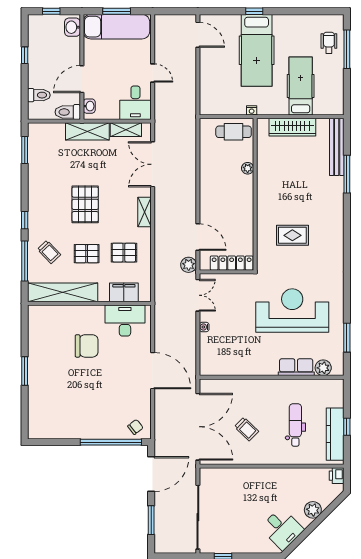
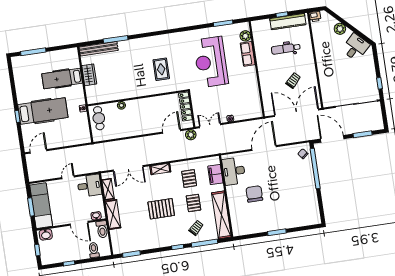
wheelchair: (329, 43) -> (31, 64), removed
wardrobe: (292, 127) -> (89, 75), width x0.67

